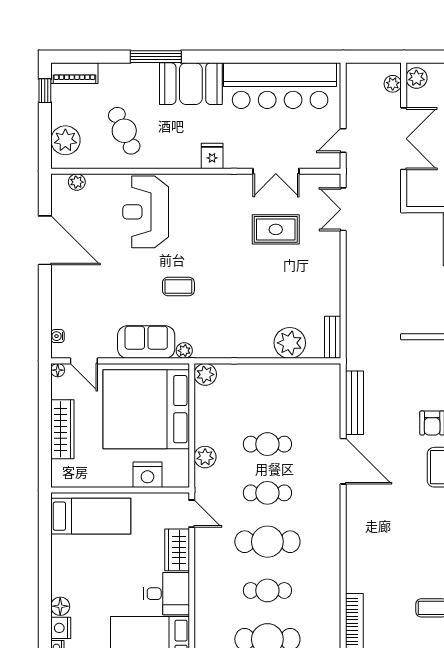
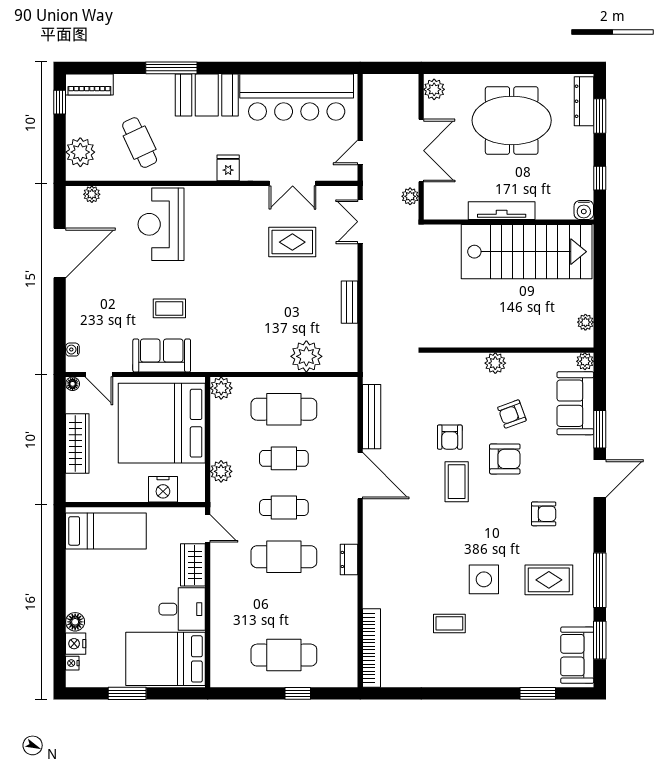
plant: (393, 84) -> (410, 196), moved
door: (45, 240) -> (60, 253), hinge flipped
coffee table: (178, 286) -> (169, 308), moved
bench: (333, 337) -> (350, 302), moved
plant: (184, 351) -> (200, 364), removed
dresser: (332, 544) -> (349, 559), added
cafe table: (267, 590) -> (284, 409), moved, width x1.37, depth x1.35

